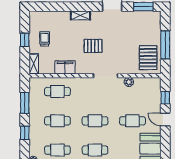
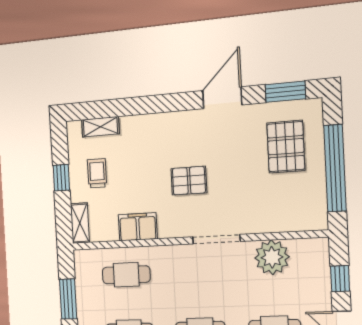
shelving: (80, 15) -> (100, 127), moved
window: (165, 45) -> (335, 168), width x1.46
pallet: (148, 58) -> (286, 147), moved
plant: (129, 82) -> (272, 257), width x1.88, depth x1.88

